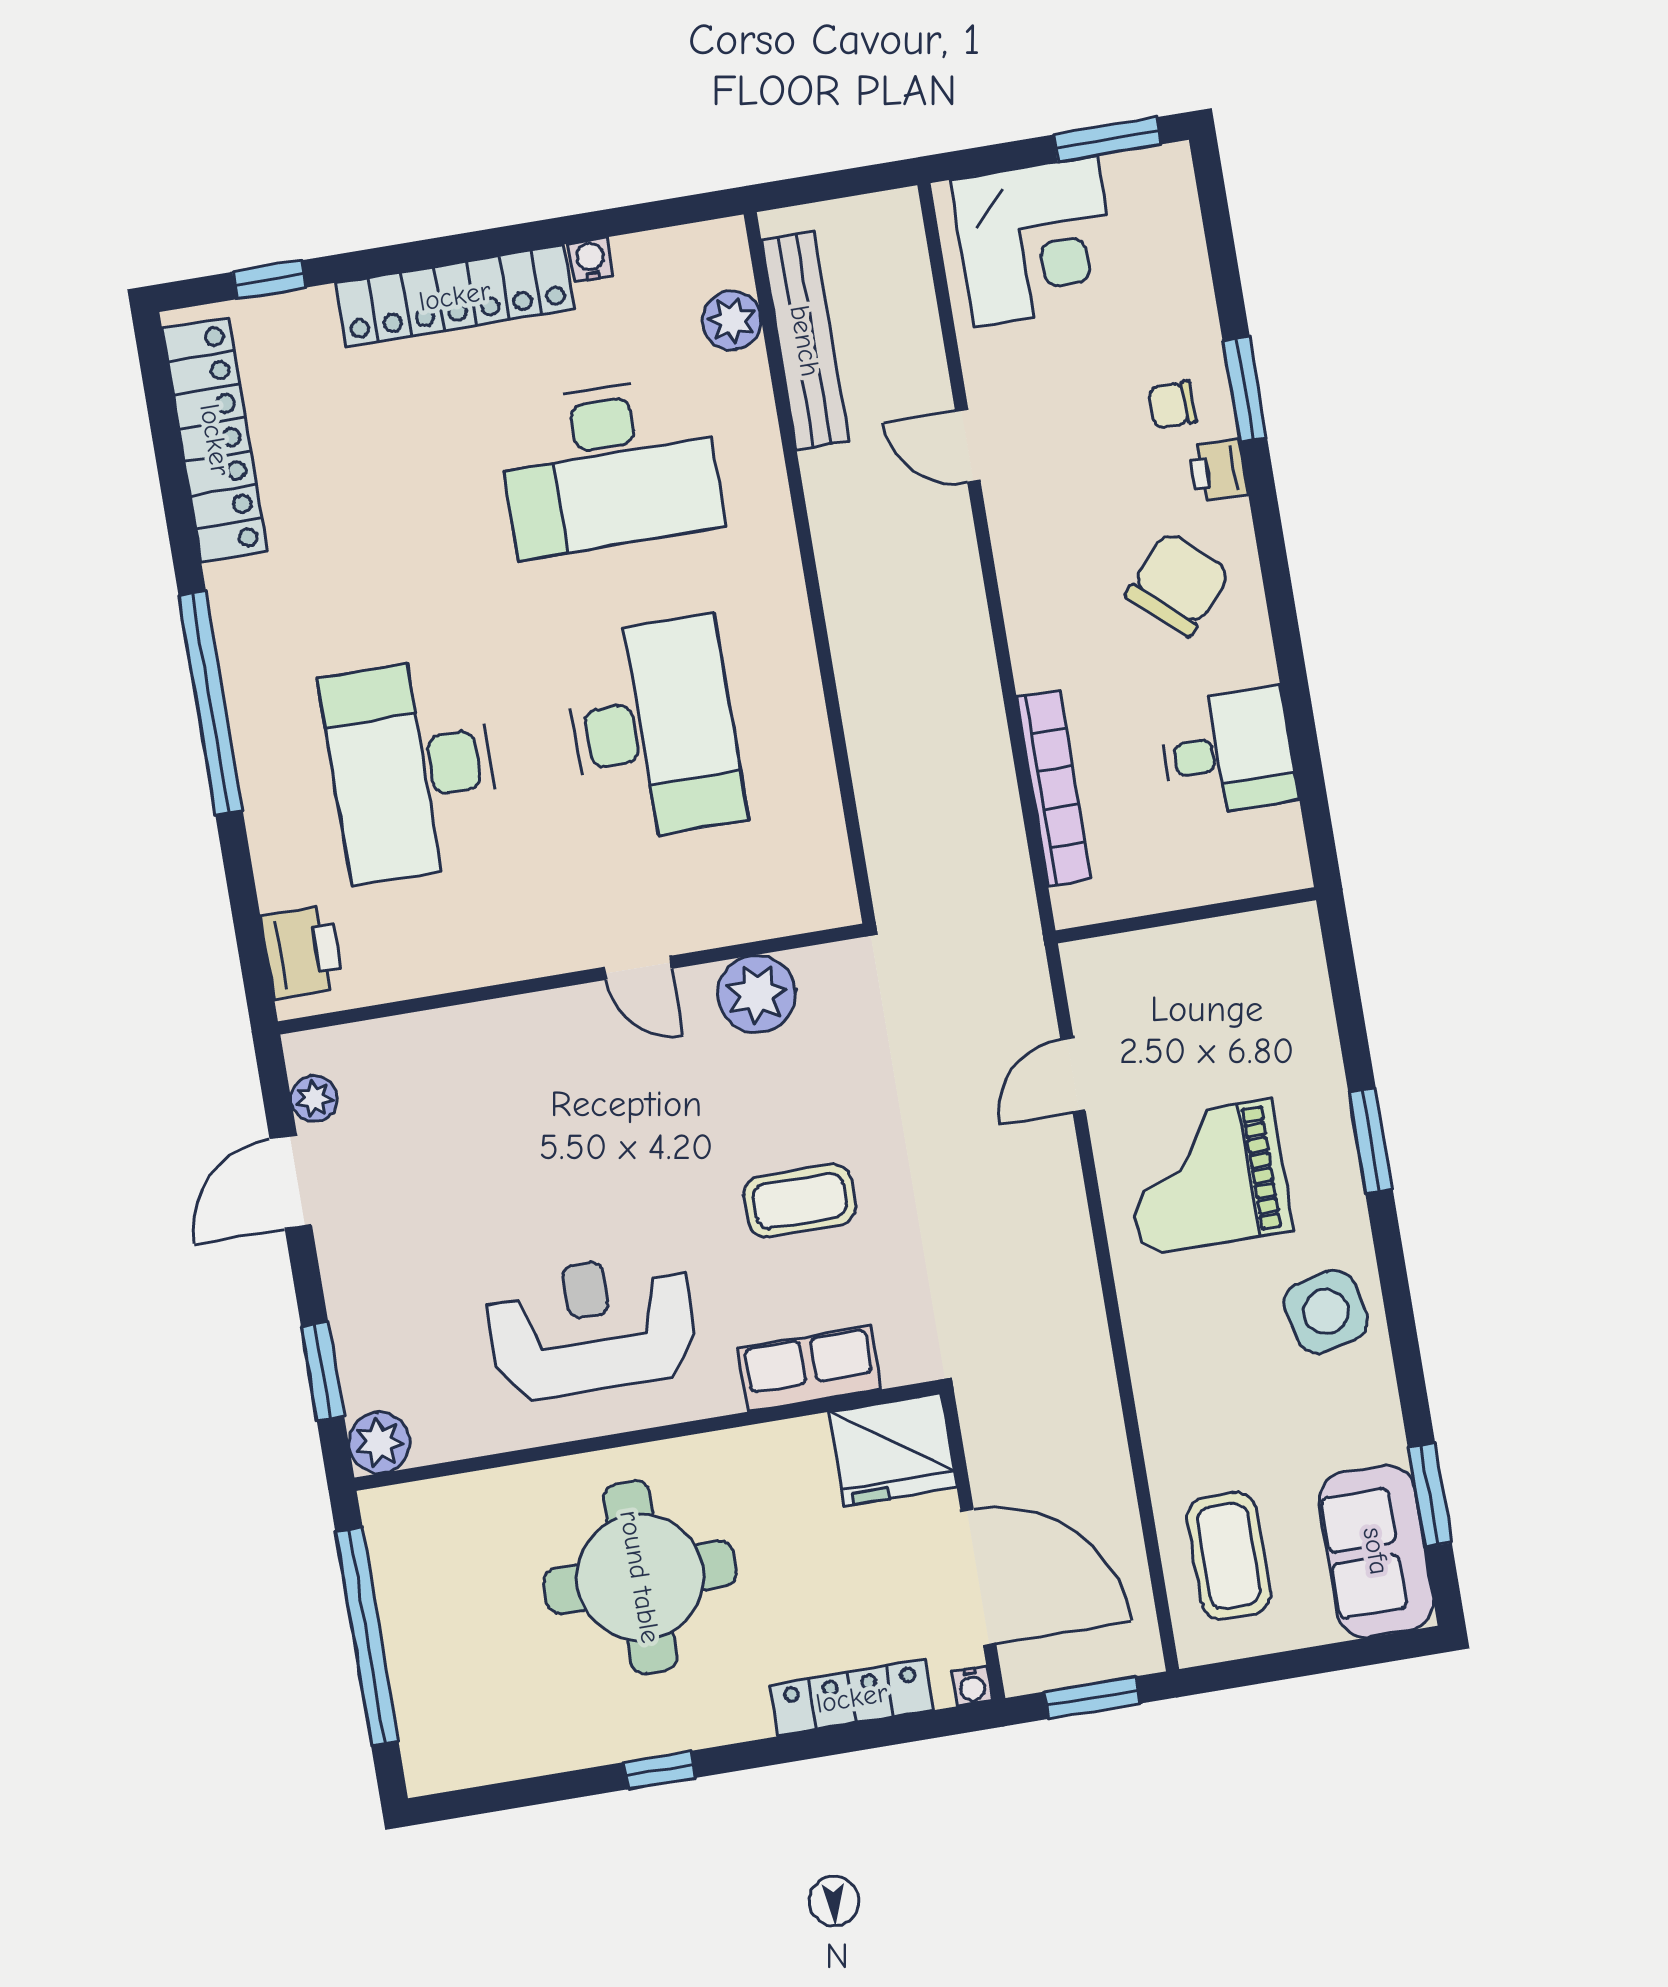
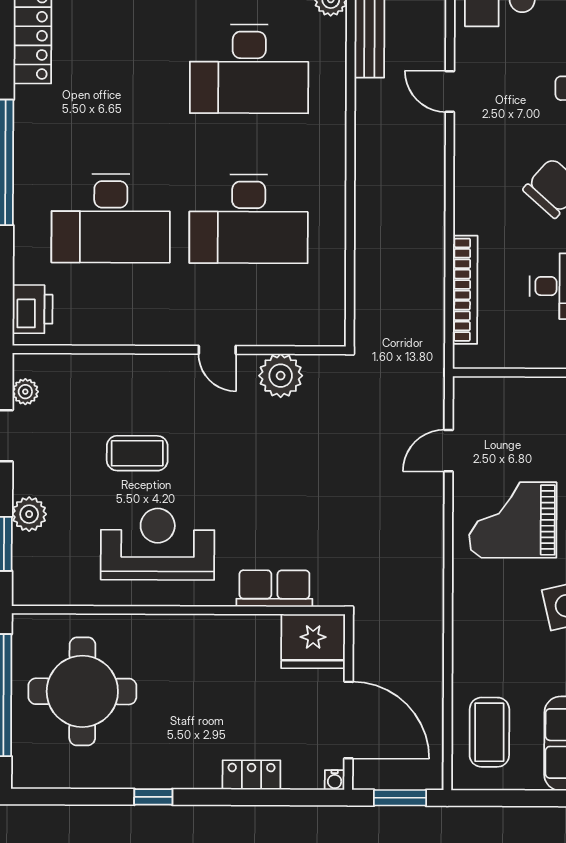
desk: (654, 729) -> (249, 219), turned 90
desk: (412, 769) -> (111, 218), turned -90
coffee table: (800, 1201) -> (137, 453), moved
plant: (379, 1442) -> (29, 514), moved
round table: (640, 1577) -> (82, 691), moved
locker: (852, 1698) -> (251, 775), width x0.66

